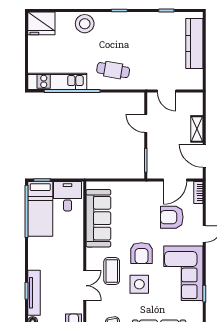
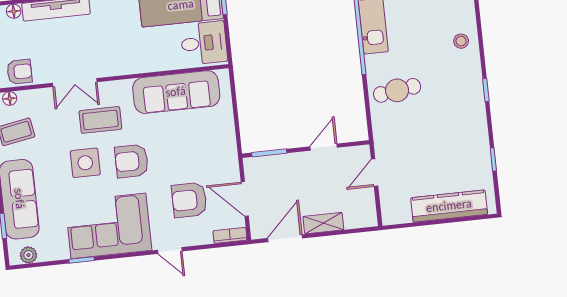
stool: (85, 24) -> (461, 41), width x0.53, depth x0.53
cafe table: (113, 70) -> (397, 90), turned 72
armchair: (172, 217) -> (189, 200), turned -90

